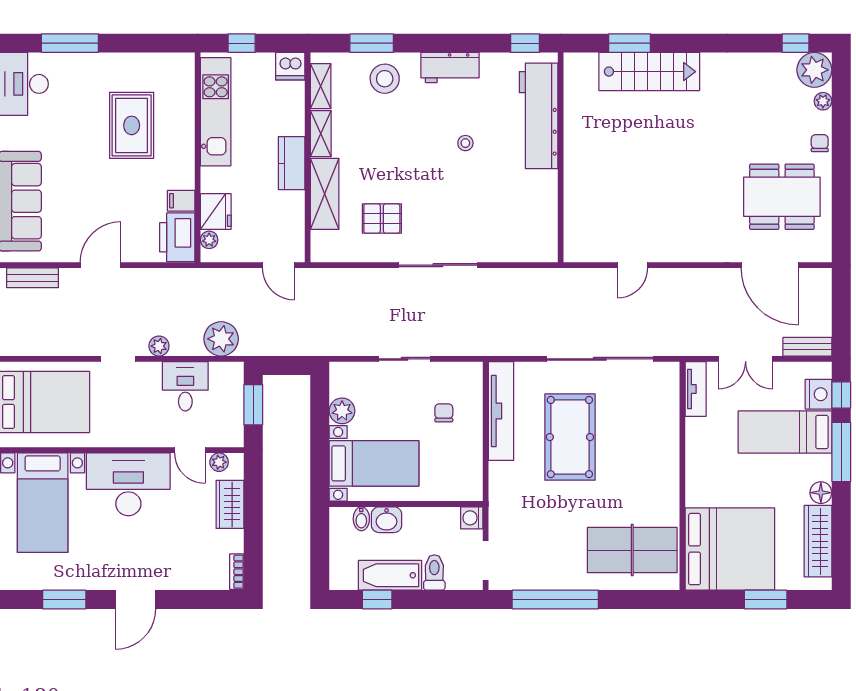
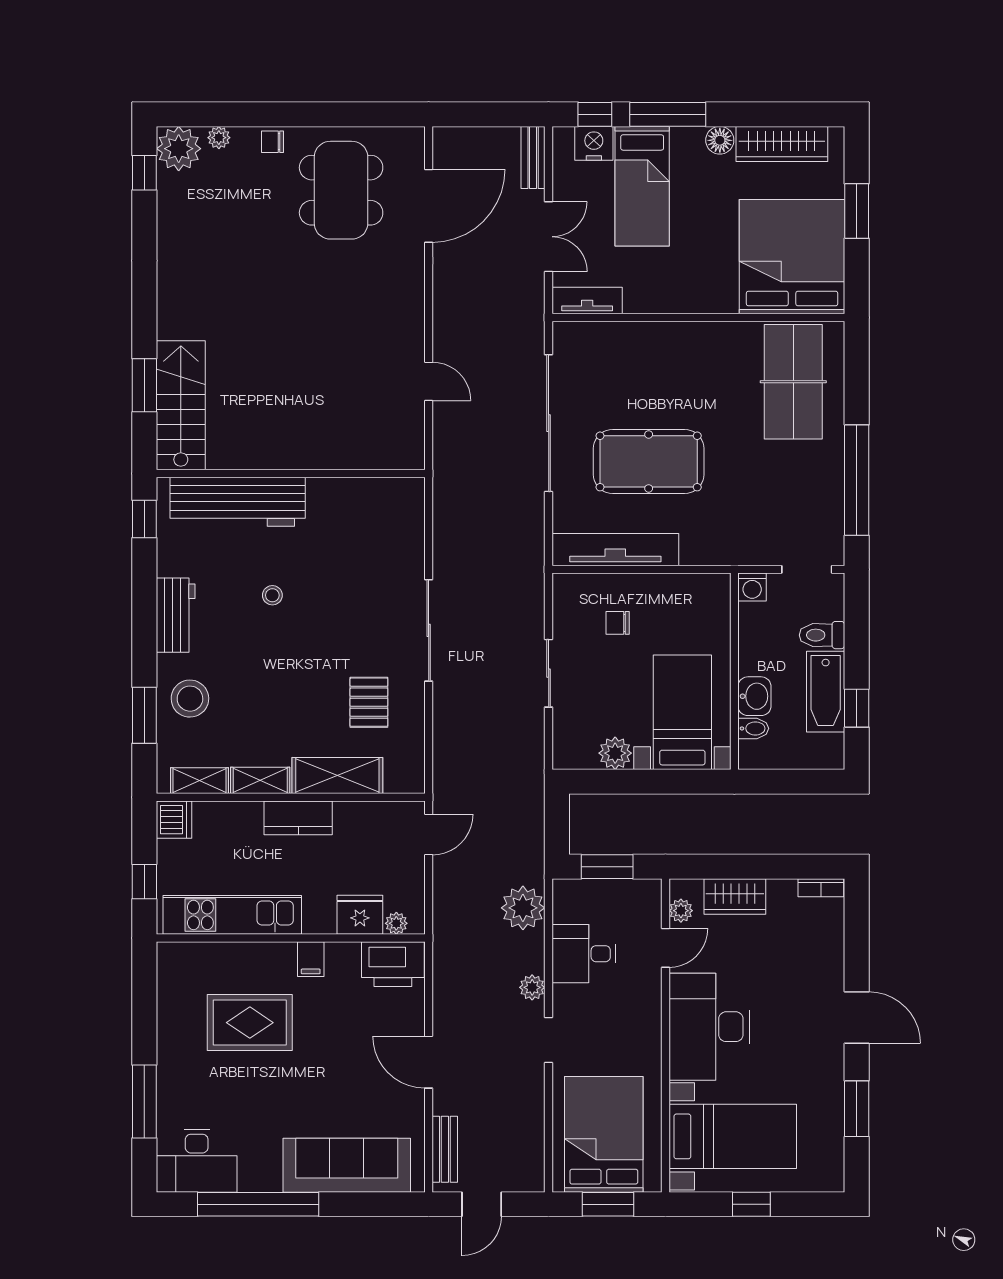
stairs: (649, 72) -> (181, 405), moved
filing cabinet: (181, 201) -> (311, 959), moved

